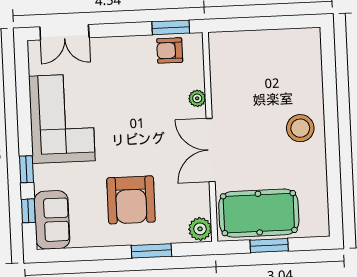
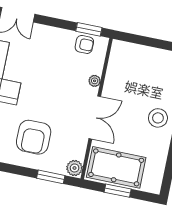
armchair: (170, 50) -> (84, 44), turned 180
double door: (211, 150) -> (95, 117), swing flipped
window: (151, 251) -> (51, 177), moved

